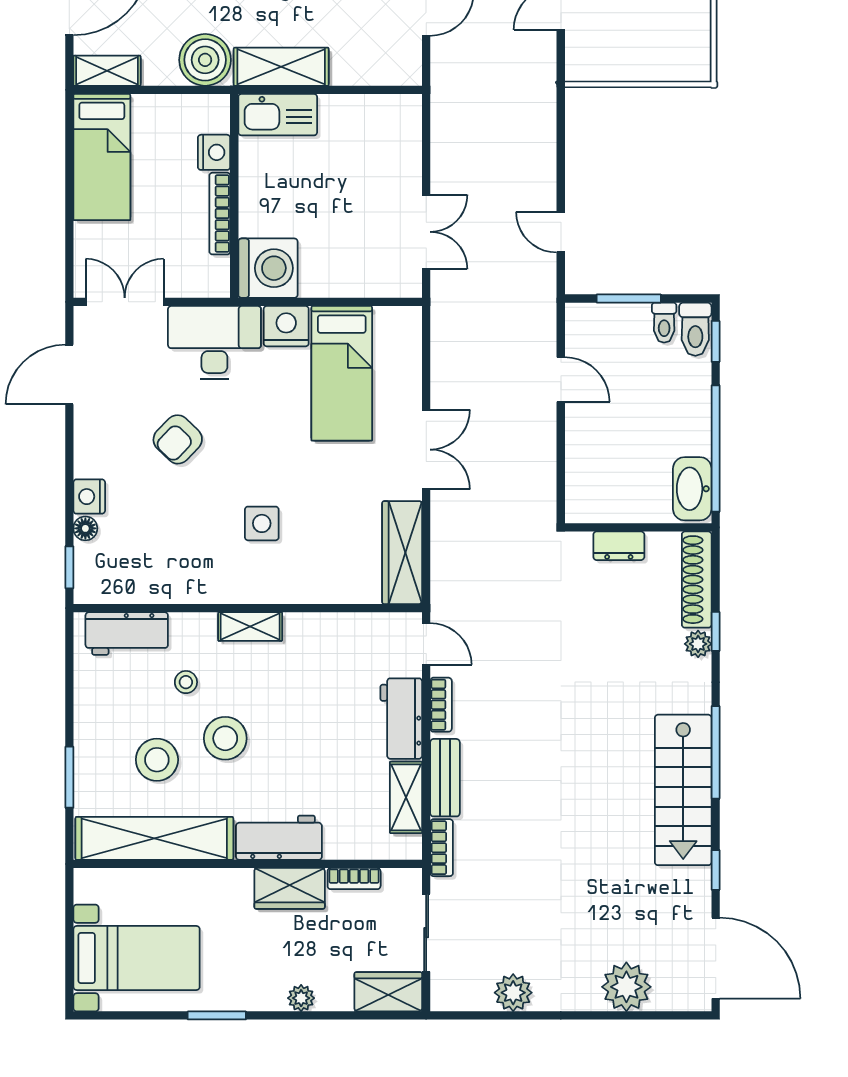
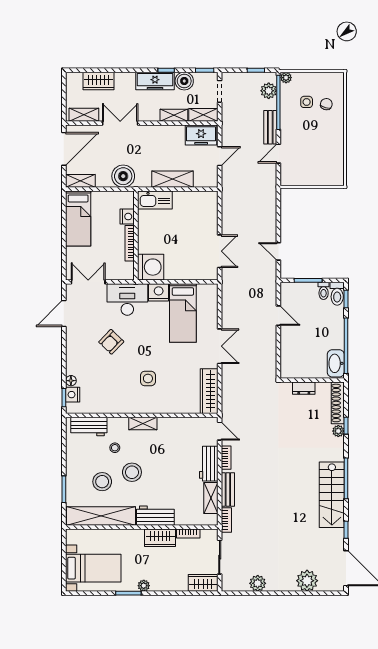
shelving: (281, 67) -> (173, 179), moved
nightstand: (89, 497) -> (73, 395), moved
plant: (301, 998) -> (144, 586), moved

